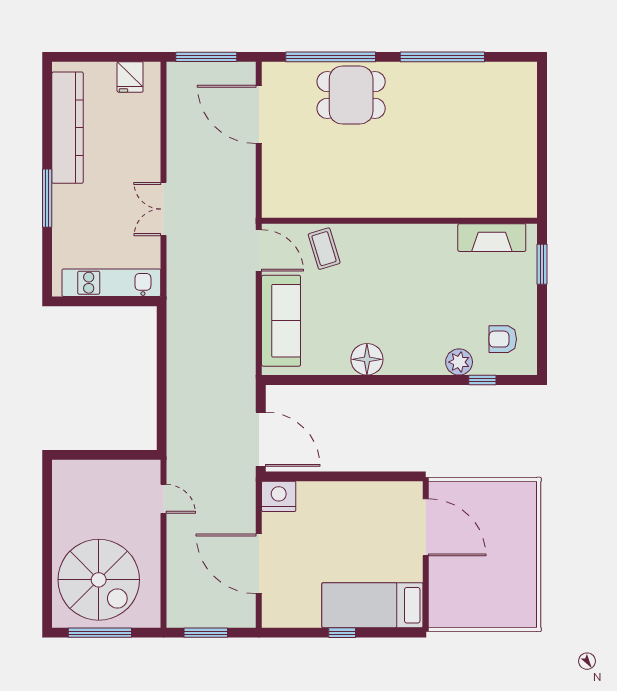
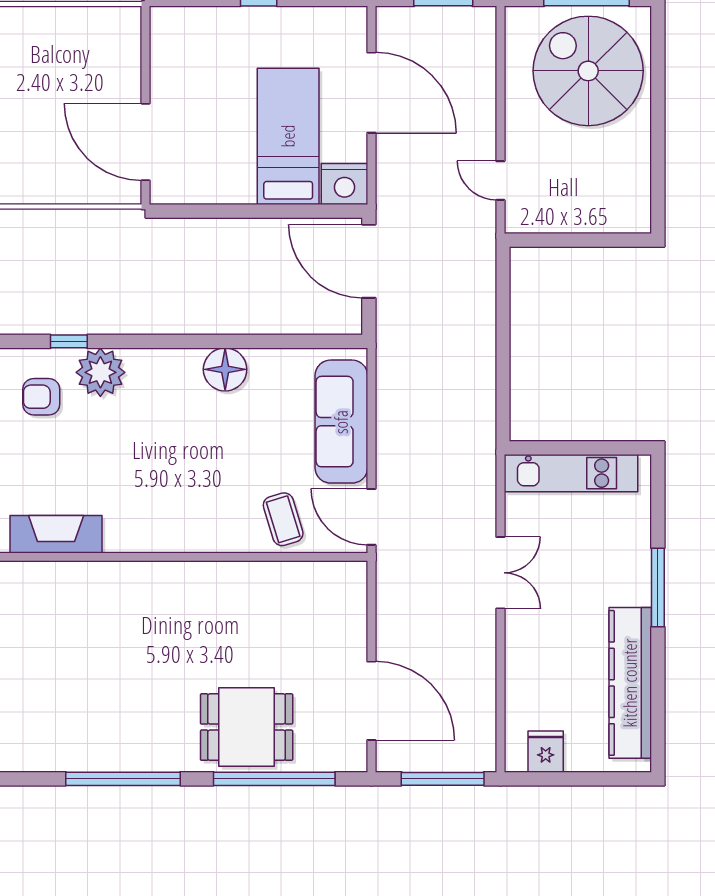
armchair: (503, 339) -> (41, 397), turned 180
plant: (459, 362) -> (100, 372), width x1.36, depth x1.36
bed: (372, 605) -> (288, 136), moved, turned -90

